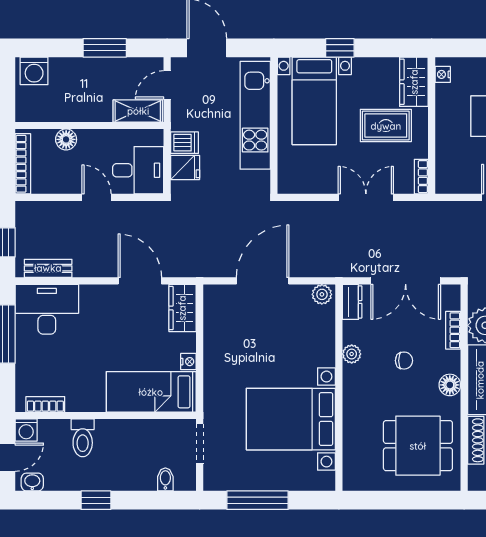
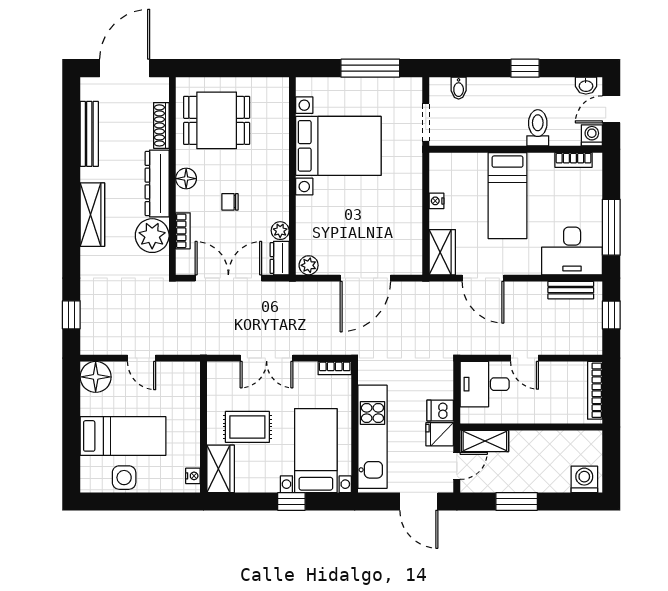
floor lamp: (66, 139) -> (554, 414), removed
fridge: (185, 167) -> (440, 434), moved
bookcase: (421, 177) -> (335, 368), moved, turned 90
plant: (352, 354) -> (280, 231), moved
bed: (151, 392) -> (507, 196), moved, turned 90

